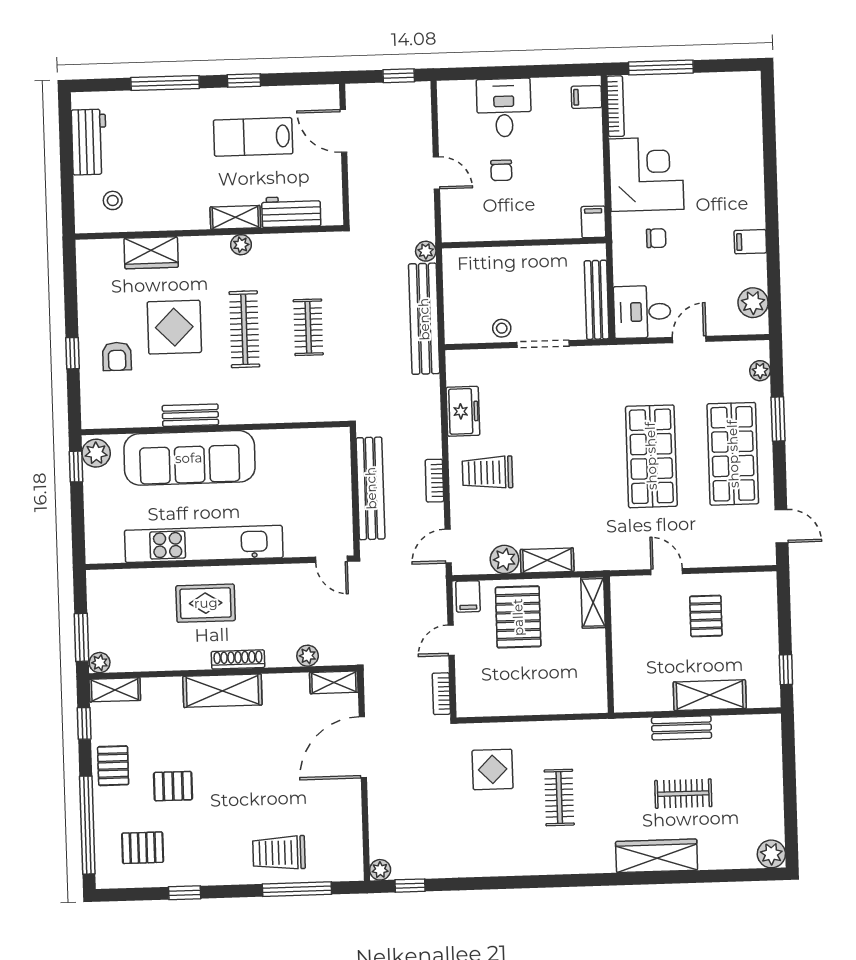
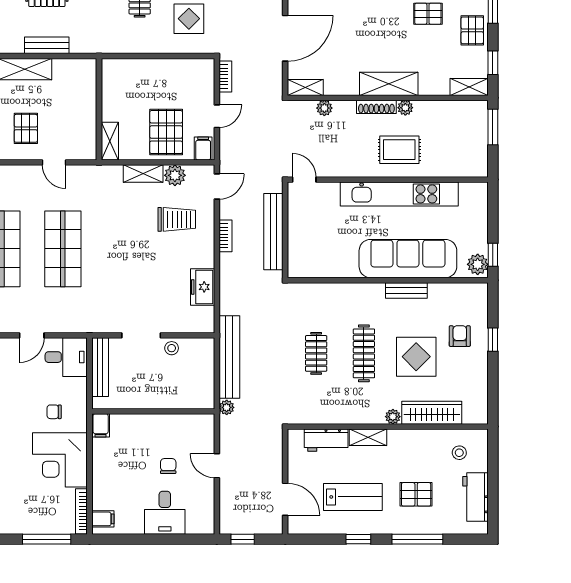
pallet: (169, 143) -> (416, 494), added
plant: (241, 245) -> (393, 417), moved
wardrobe: (151, 253) -> (432, 413), width x1.50
trolley: (487, 473) -> (177, 219), moved
plant: (100, 663) -> (405, 108), moved

